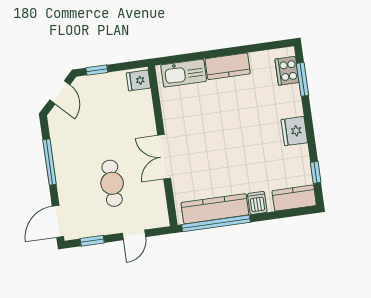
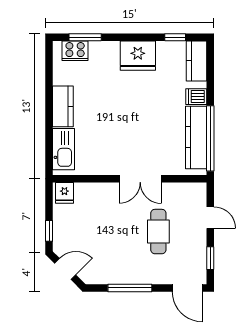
fridge: (294, 131) -> (138, 56), width x1.36, depth x1.34
cafe table: (112, 183) -> (158, 232), turned 90

